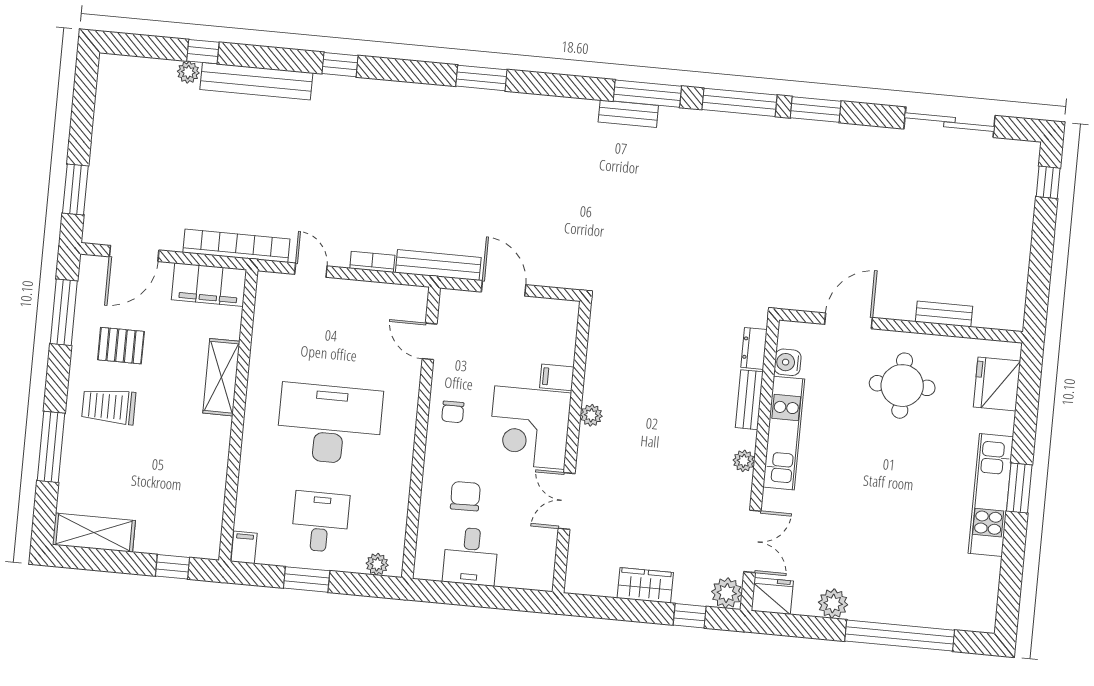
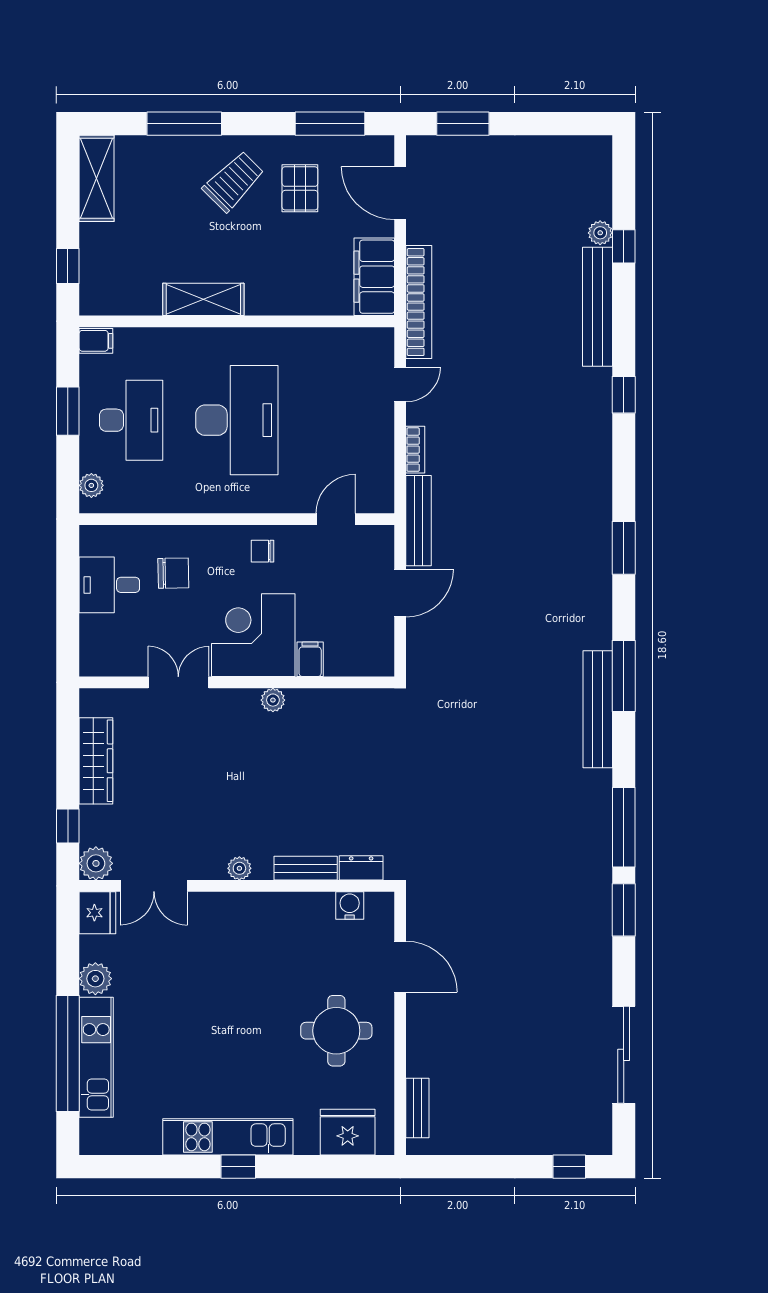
window: (647, 94) -> (624, 676), moved
bench: (628, 114) -> (598, 709), width x1.86, depth x1.21
bench: (944, 314) -> (417, 1108), moved
shelving: (221, 377) -> (203, 299), moved
trolley: (109, 406) -> (233, 181), turned 45
kitchen unit: (784, 433) -> (96, 1057), moved, turned -90
window: (1019, 488) -> (238, 1167), width x0.67
desk: (320, 522) -> (131, 420), width x1.37
wardrobe: (645, 585) -> (96, 761), width x1.50

